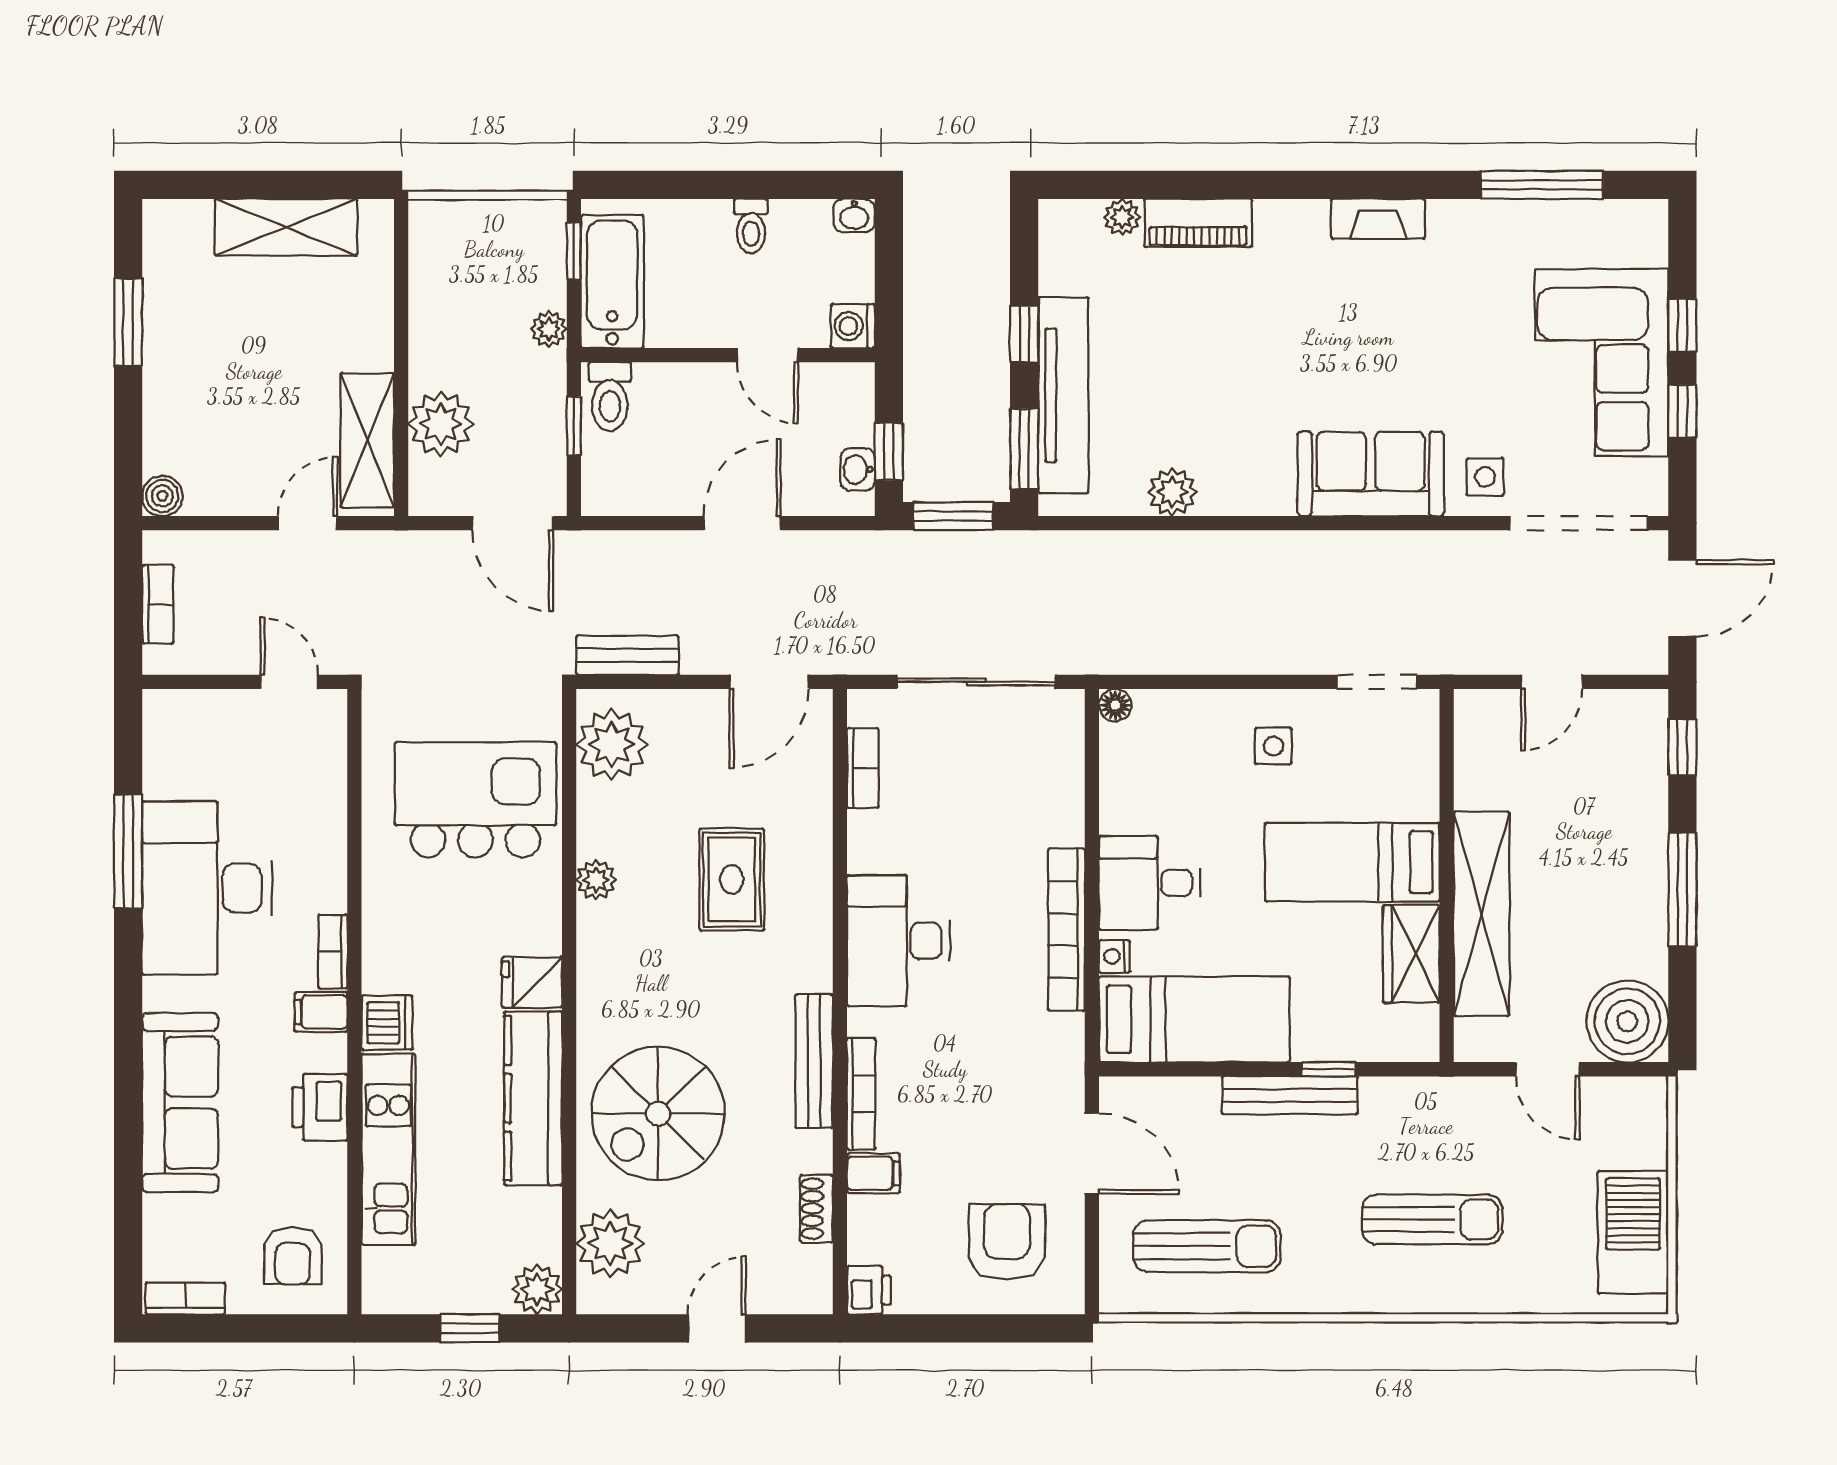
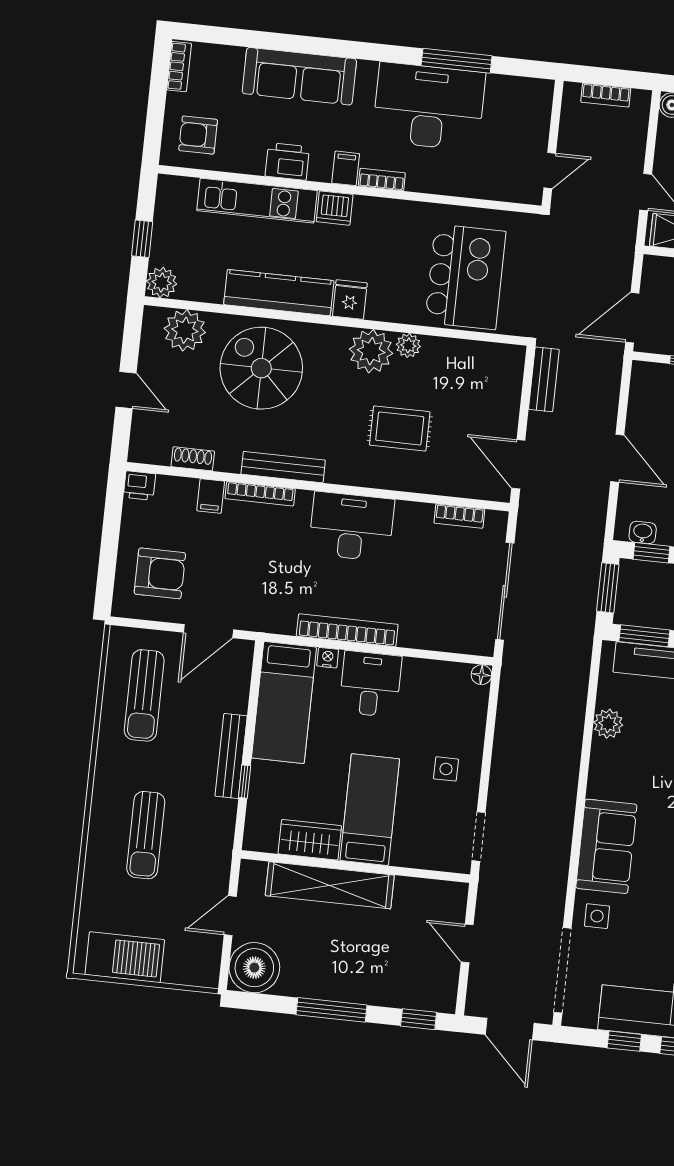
plant: (612, 745) -> (371, 351), moved

